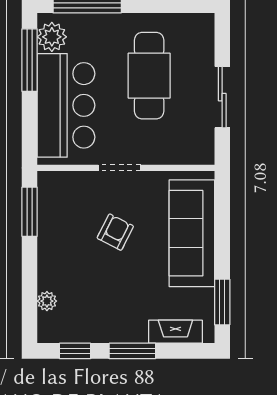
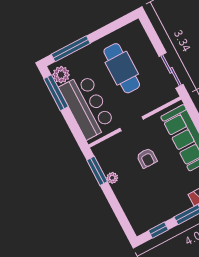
sliding door: (222, 97) -> (171, 70), moved
armchair: (115, 232) -> (147, 158), turned 153
plant: (47, 301) -> (112, 178), moved

